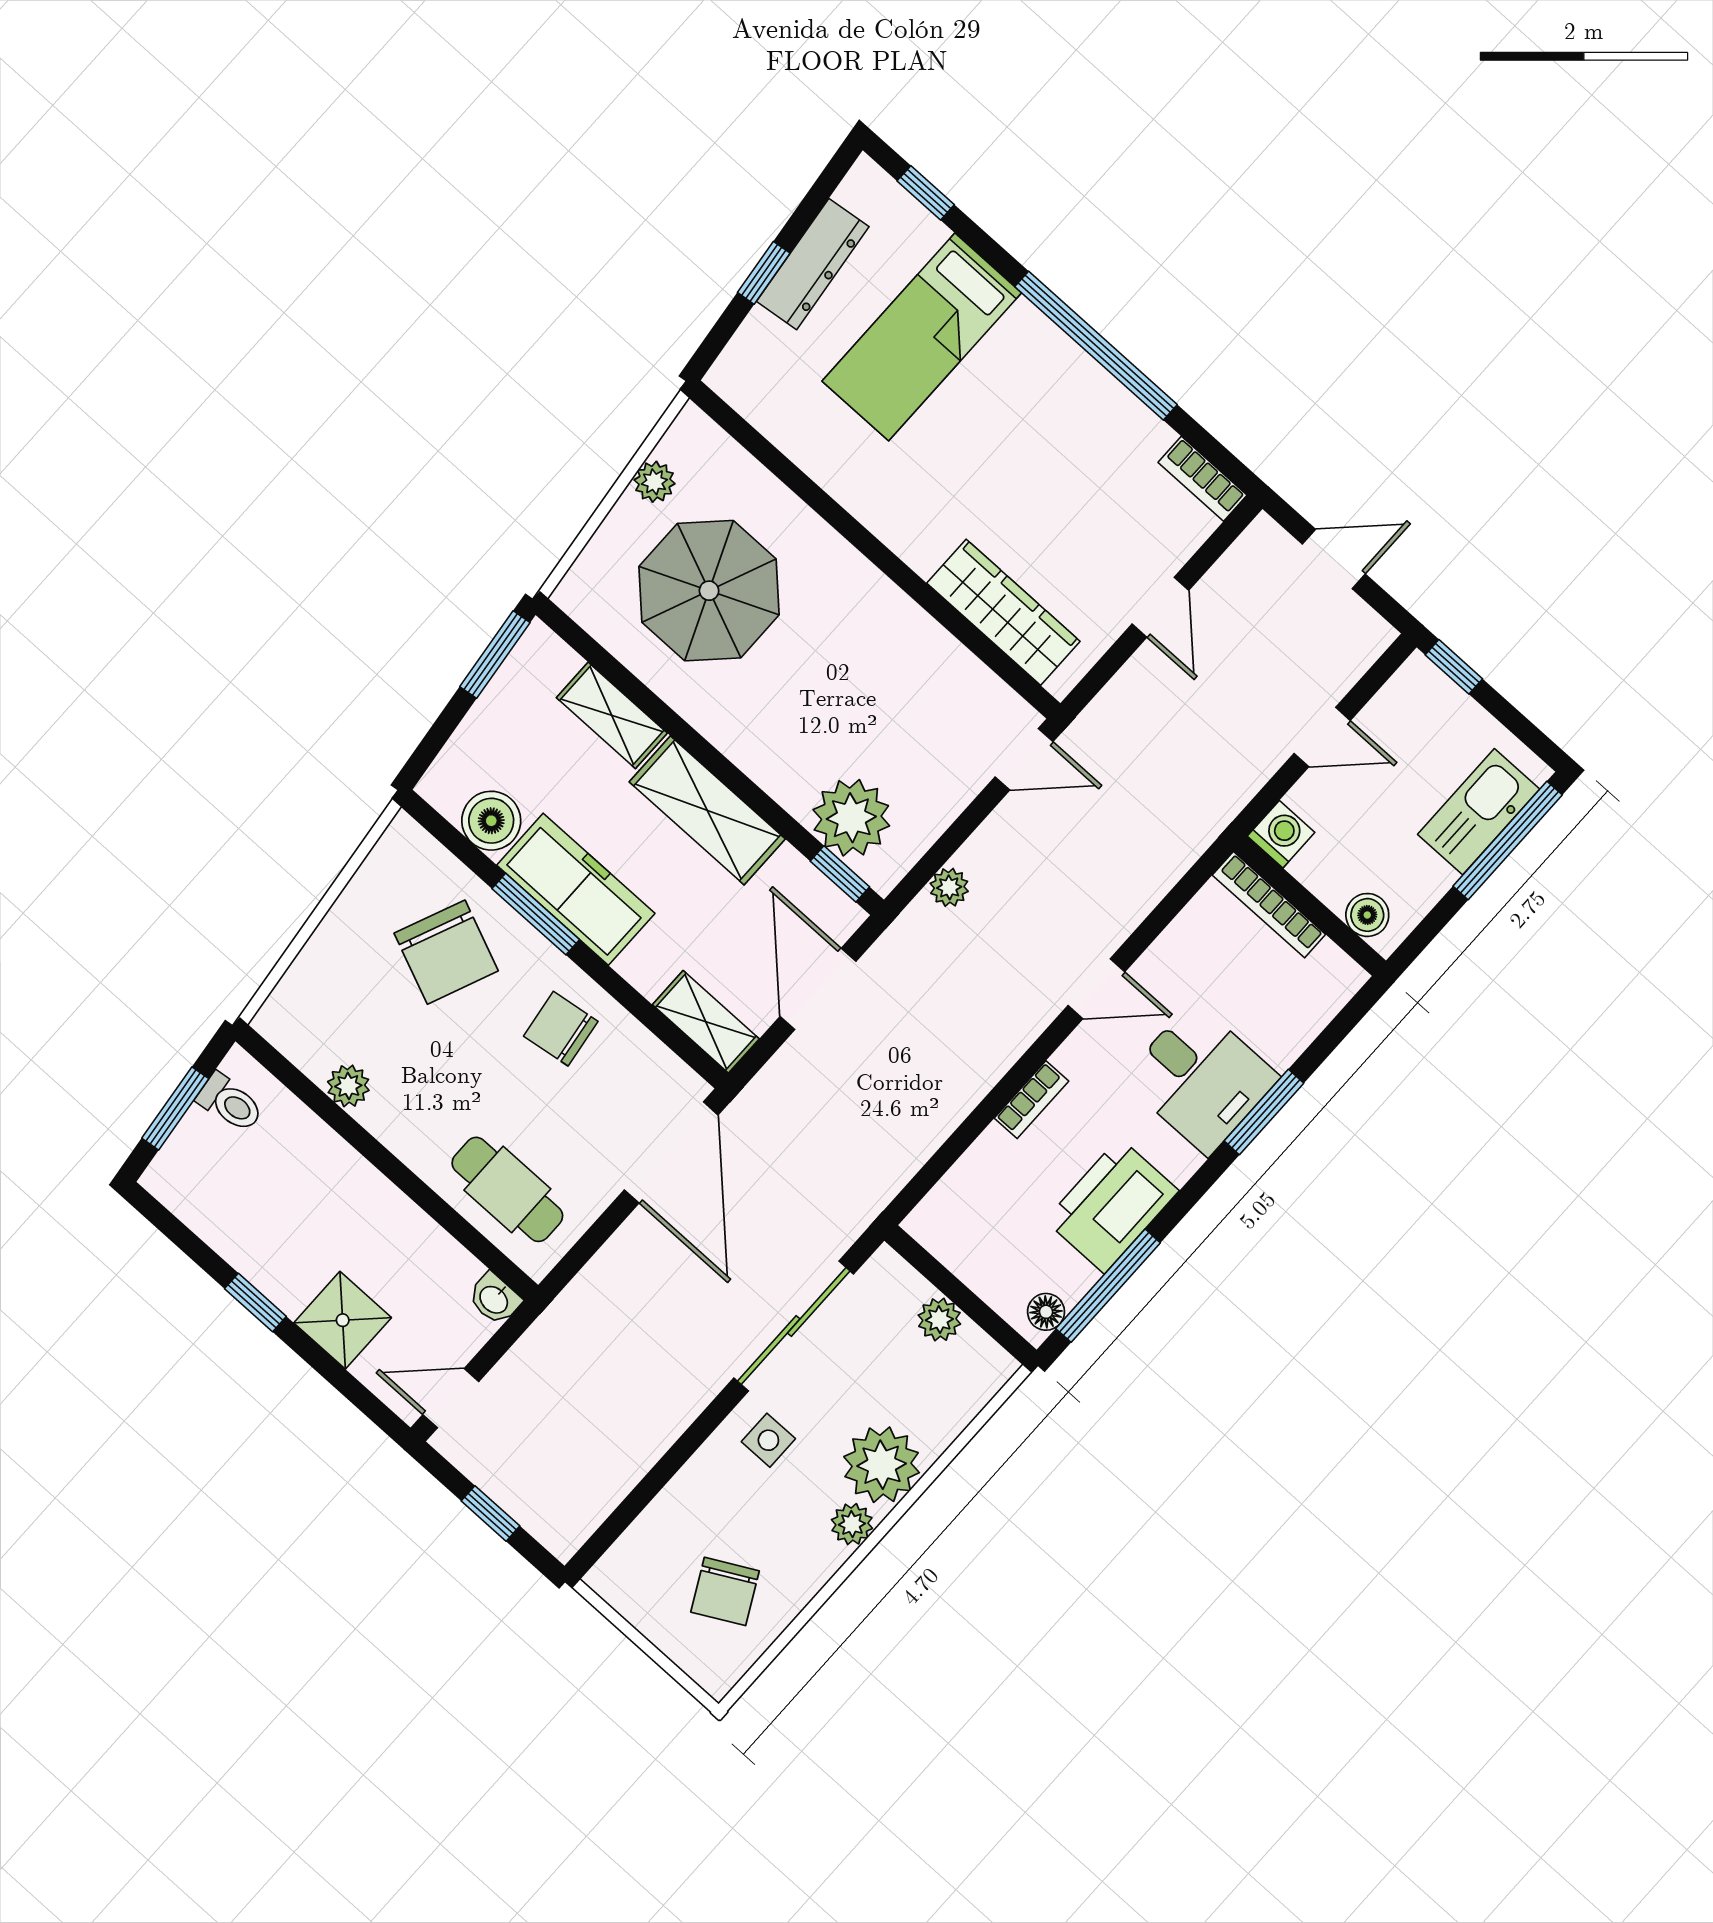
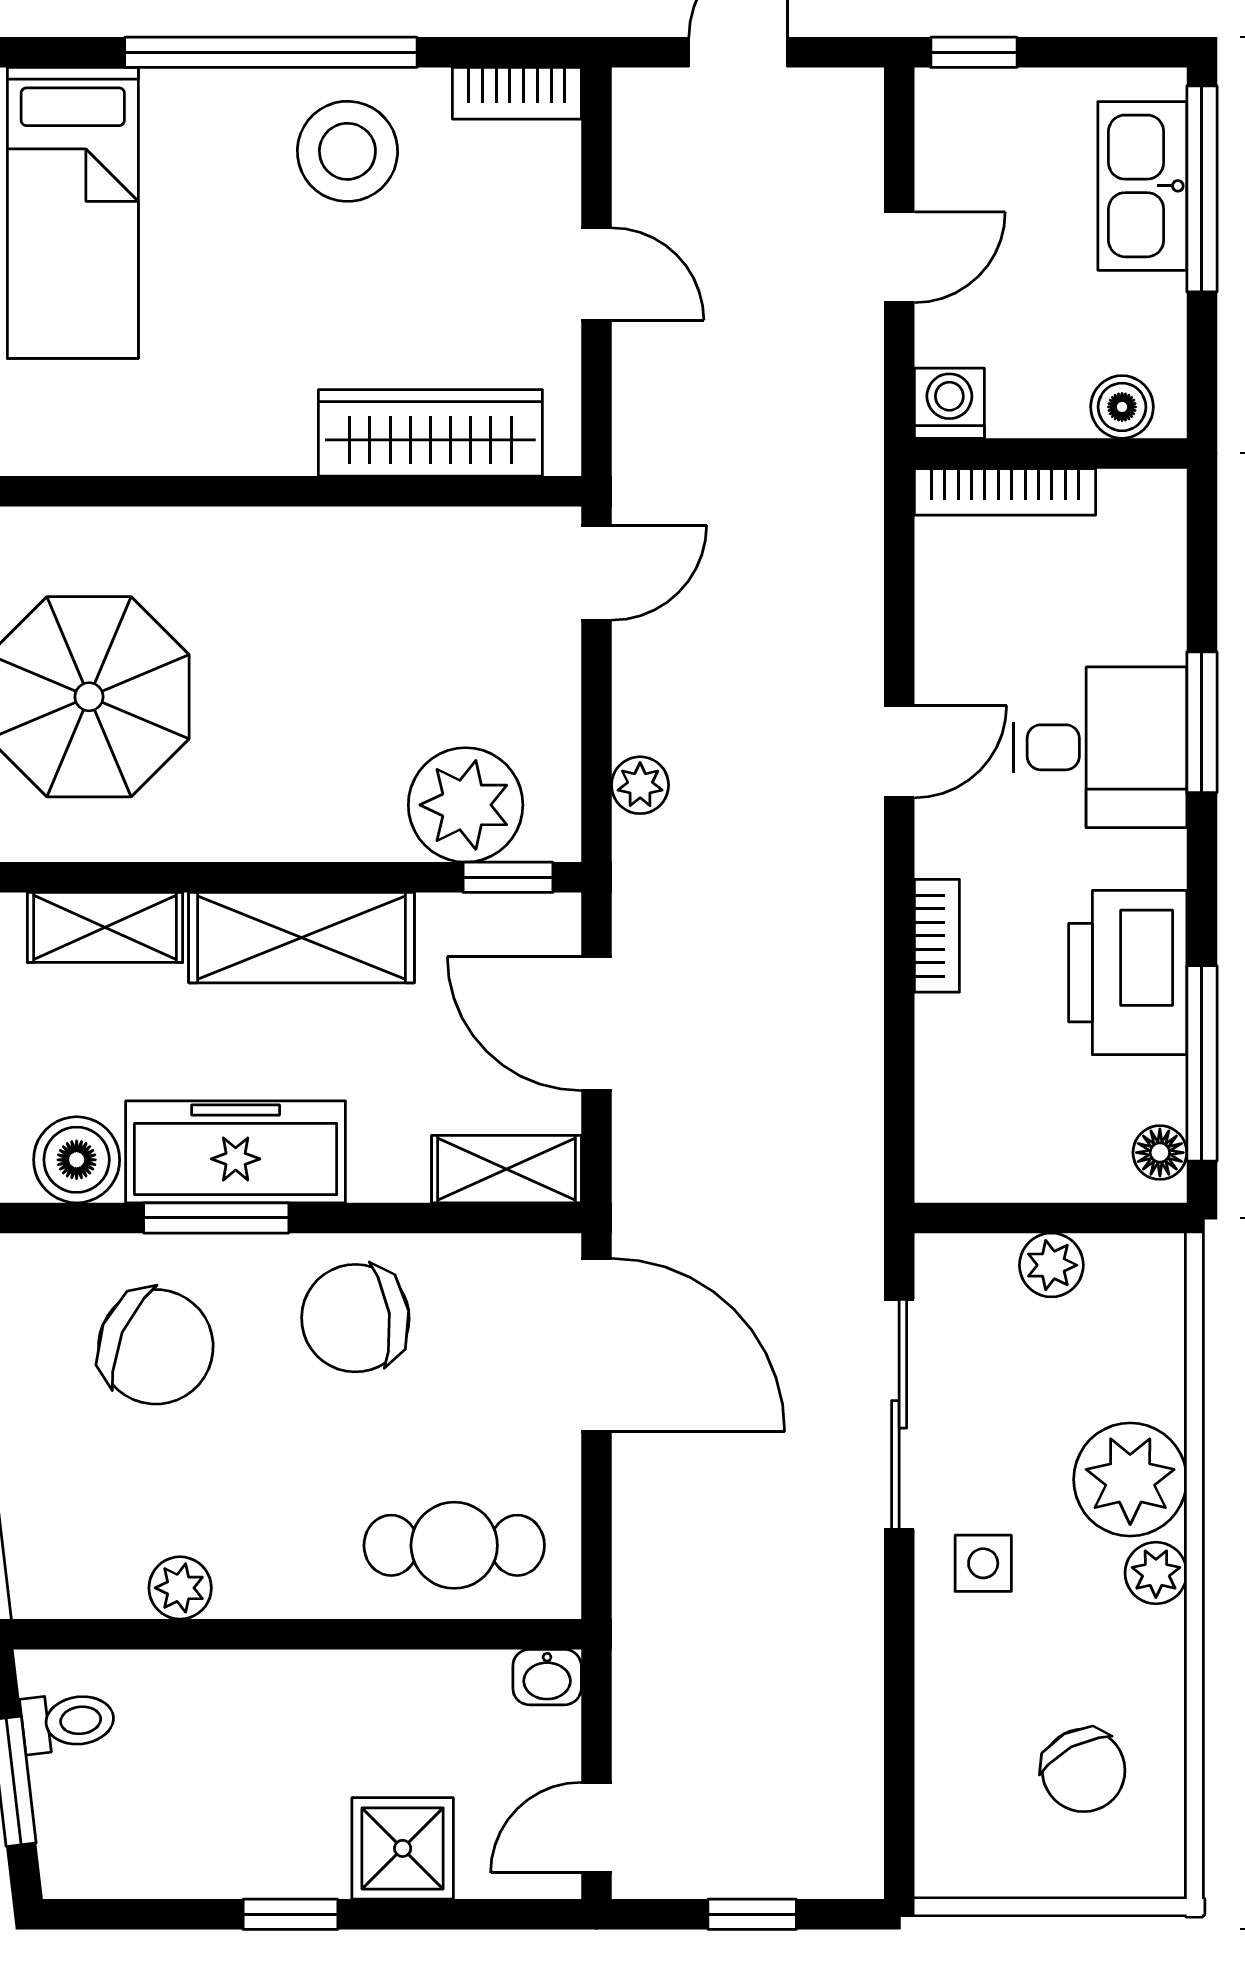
stool: (1090, 431) -> (347, 151), added
chair: (561, 1029) -> (355, 1318), width x1.37, depth x1.37

